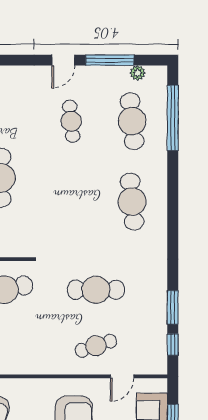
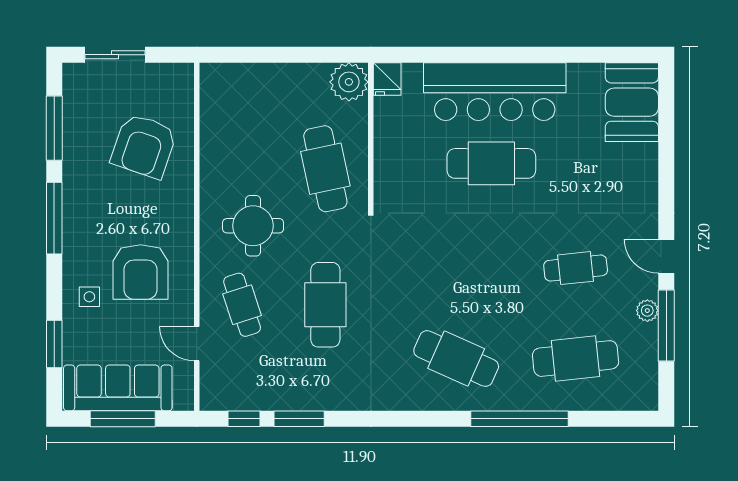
plant: (138, 73) -> (647, 311), moved
window: (173, 118) -> (519, 419), moved
cafe table: (132, 202) -> (456, 359), turned 30
round table: (43, 338) -> (253, 226), added

